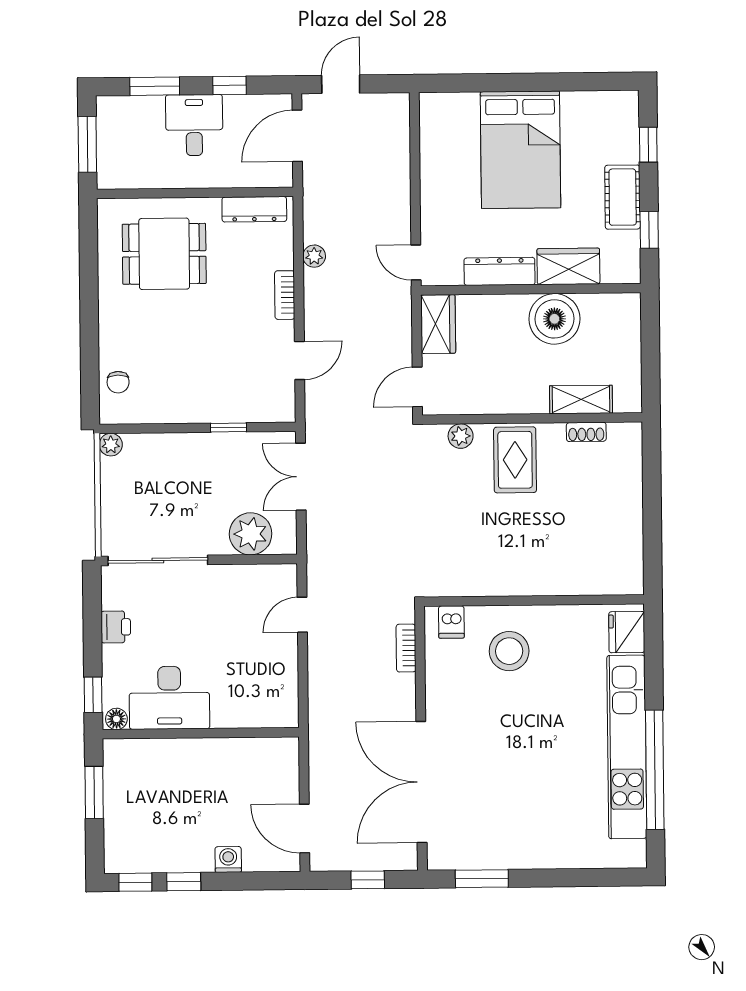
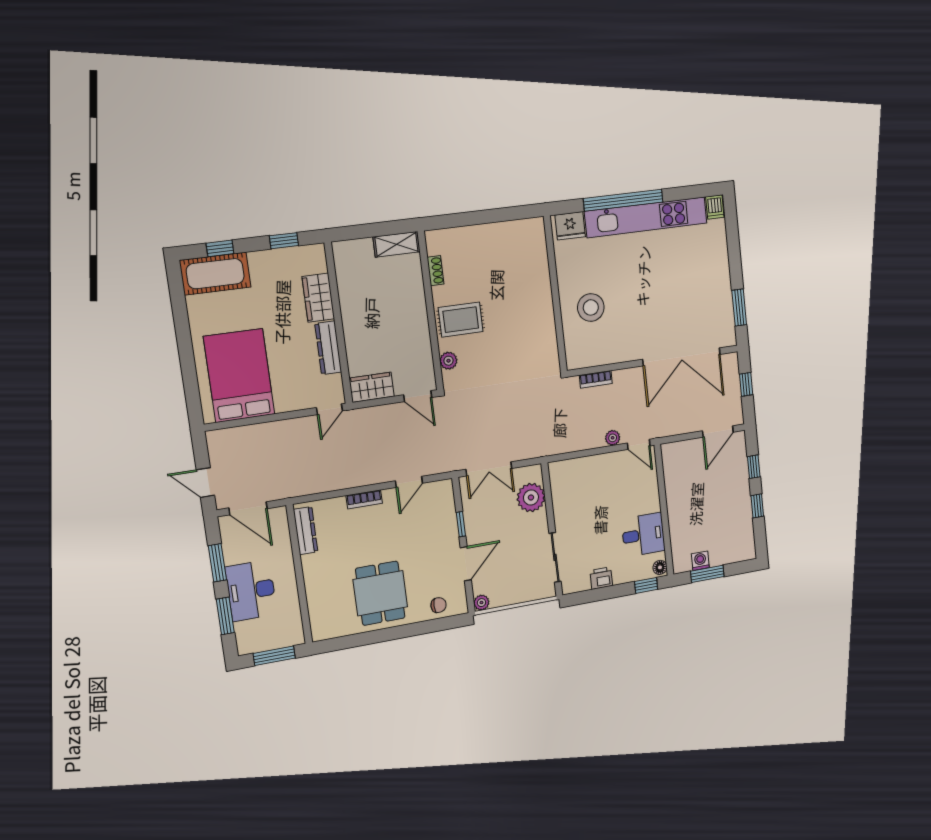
window: (229, 85) -> (217, 563), width x1.50
desk: (194, 125) -> (251, 591), width x1.37
bed: (520, 150) -> (239, 376), moved, turned -90
cot: (623, 197) -> (215, 274), moved, width x1.37, depth x1.34
dining table: (164, 254) -> (380, 593), moved
plant: (314, 256) -> (613, 438), moved
boiler: (554, 319) -> (358, 303), removed
door: (300, 360) -> (409, 482), swing flipped
shelving: (581, 399) -> (397, 244), moved, turned 90
door: (171, 428) -> (466, 564), added
sliding door: (158, 560) -> (555, 557), width x0.73
door: (302, 615) -> (639, 444), moved
dishwasher: (451, 622) -> (715, 207), moved, turned 90
desk: (169, 698) -> (643, 535), width x0.73
window: (655, 770) -> (623, 200), moved
washing machine: (228, 859) -> (700, 561), moved, turned 90
window: (135, 882) -> (754, 467), moved

